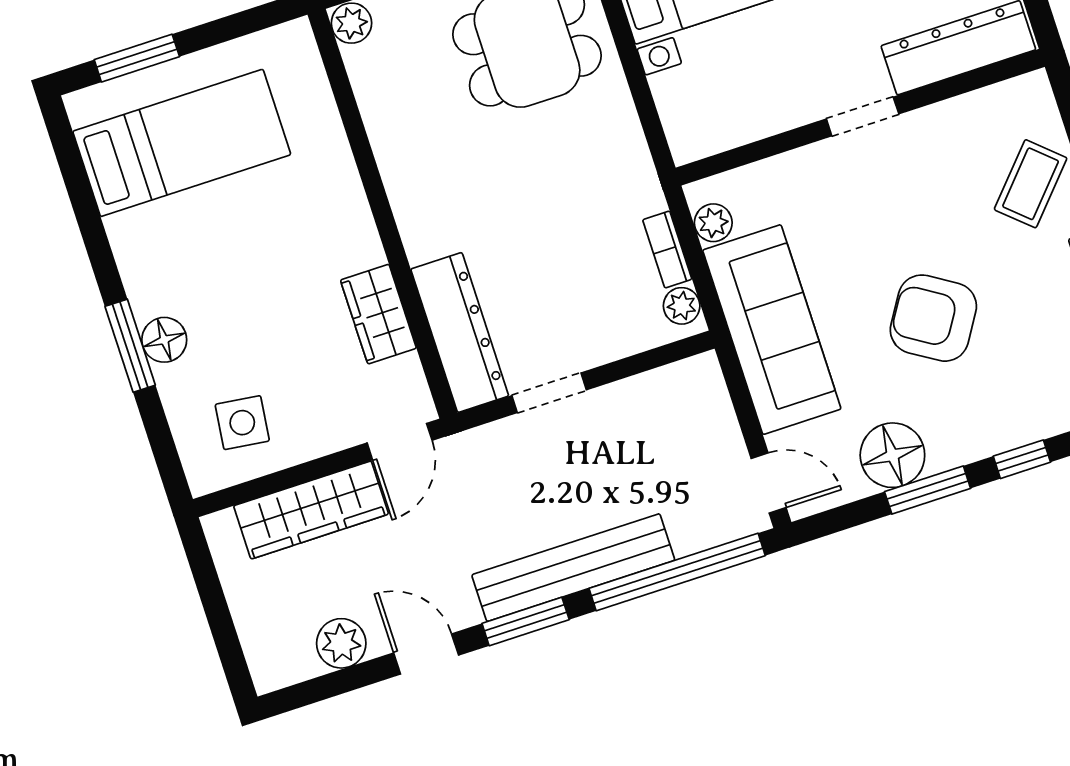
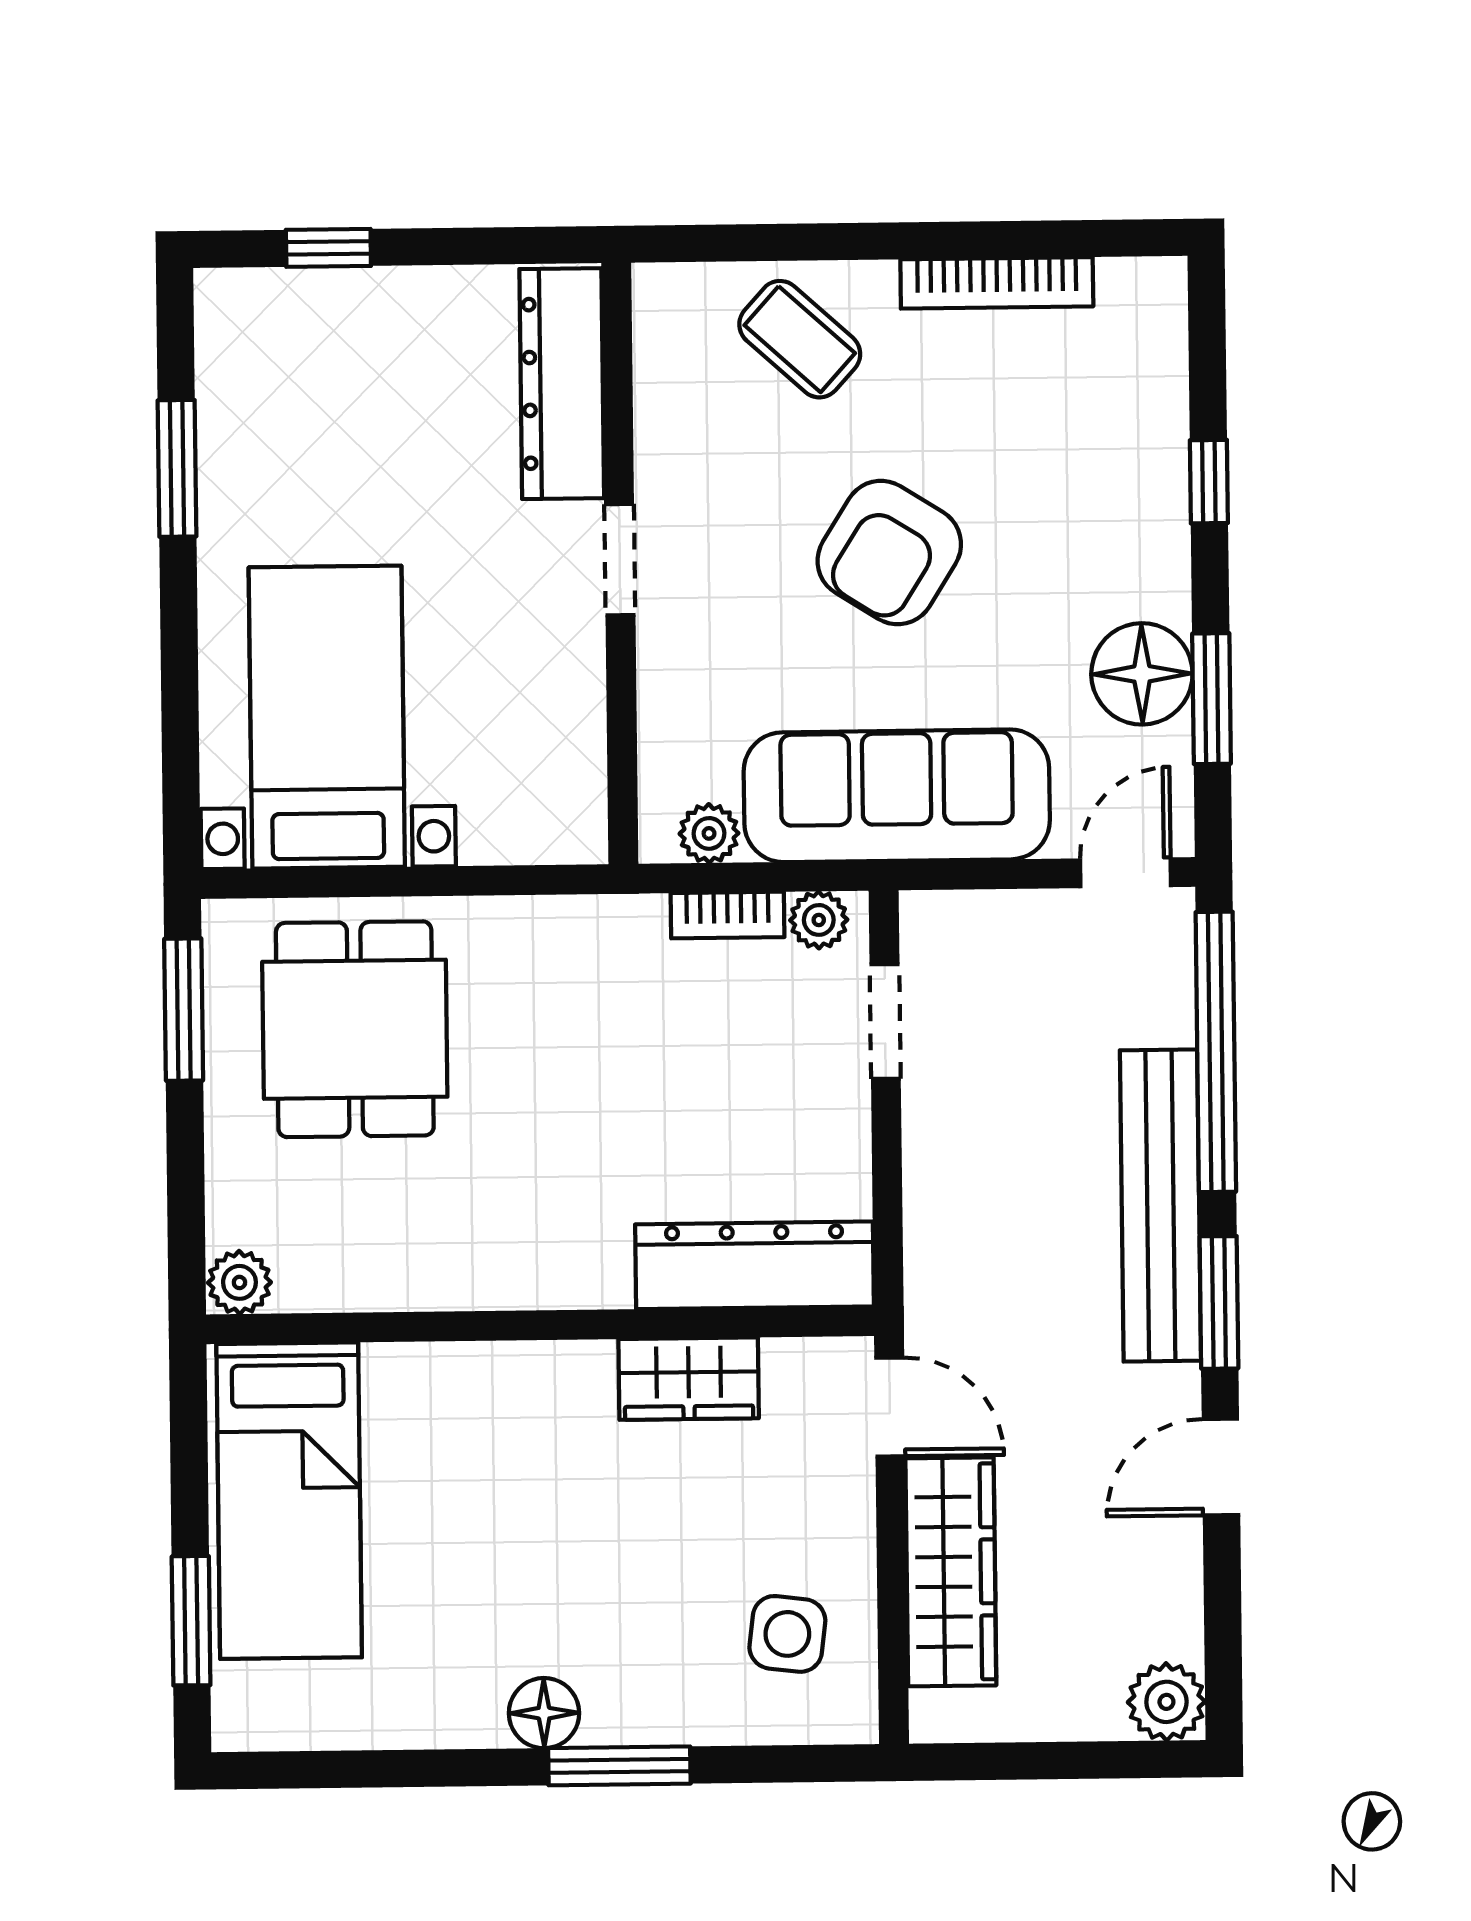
bed: (182, 143) -> (289, 1501), moved, turned 180
armchair: (933, 318) -> (889, 553), moved
floor lamp: (164, 340) -> (544, 1713), moved
doorway: (549, 393) -> (885, 1022), moved
window: (928, 490) -> (1212, 699), moved
plant: (341, 643) -> (1166, 1702), moved

